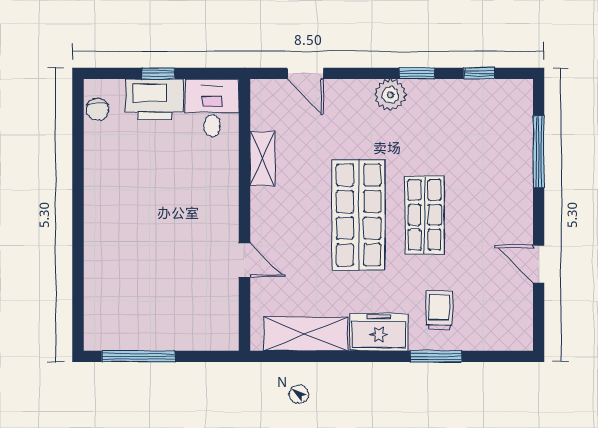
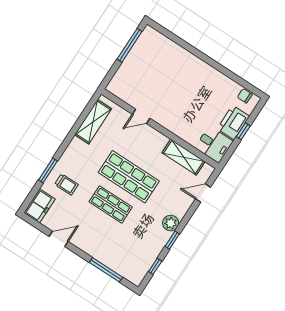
shelving: (262, 159) -> (183, 157), width x1.50, depth x1.33
freezer: (379, 332) -> (39, 206), moved

